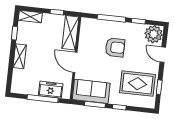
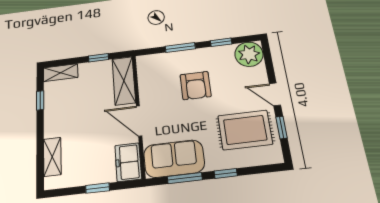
window: (111, 18) -> (180, 47), width x0.69
armchair: (115, 47) -> (196, 86), turned 90
door: (163, 55) -> (275, 94), moved
shelving: (20, 56) -> (52, 157), moved
freezer: (51, 90) -> (128, 162), moved, turned -90
window: (43, 99) -> (98, 188), width x0.46

